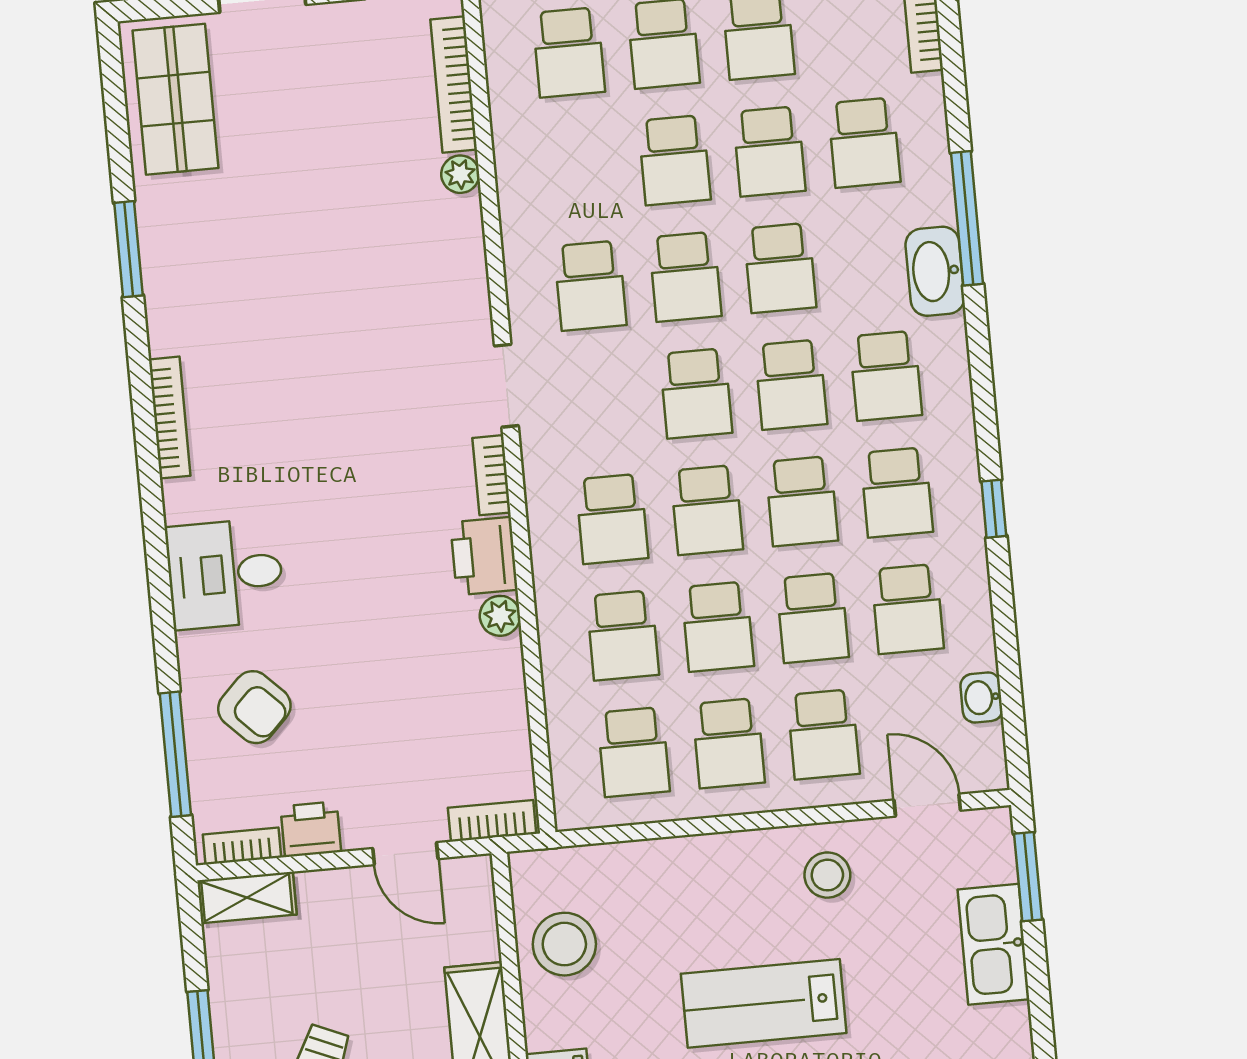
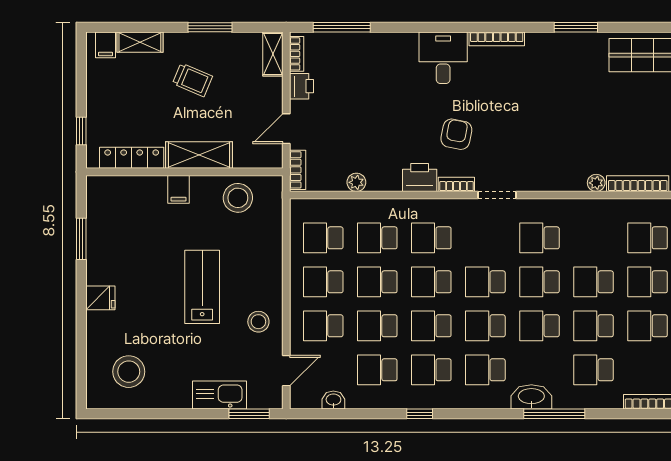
desk: (225, 574) -> (443, 58), moved
plant: (500, 616) -> (356, 182), moved
armchair: (254, 707) -> (456, 134), moved, turned 146

